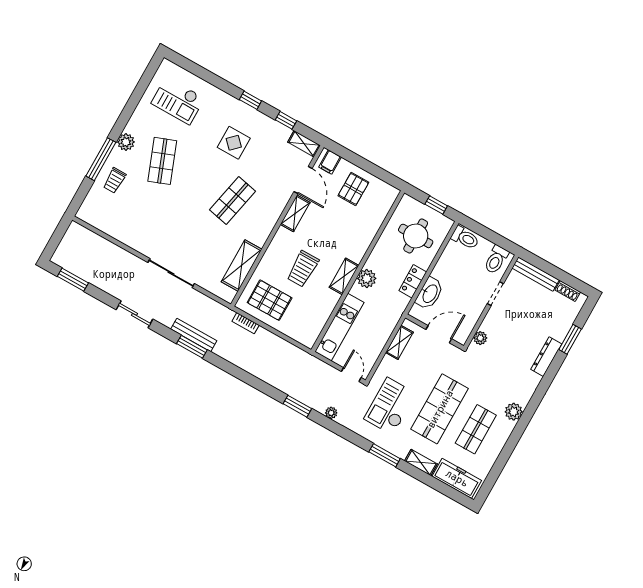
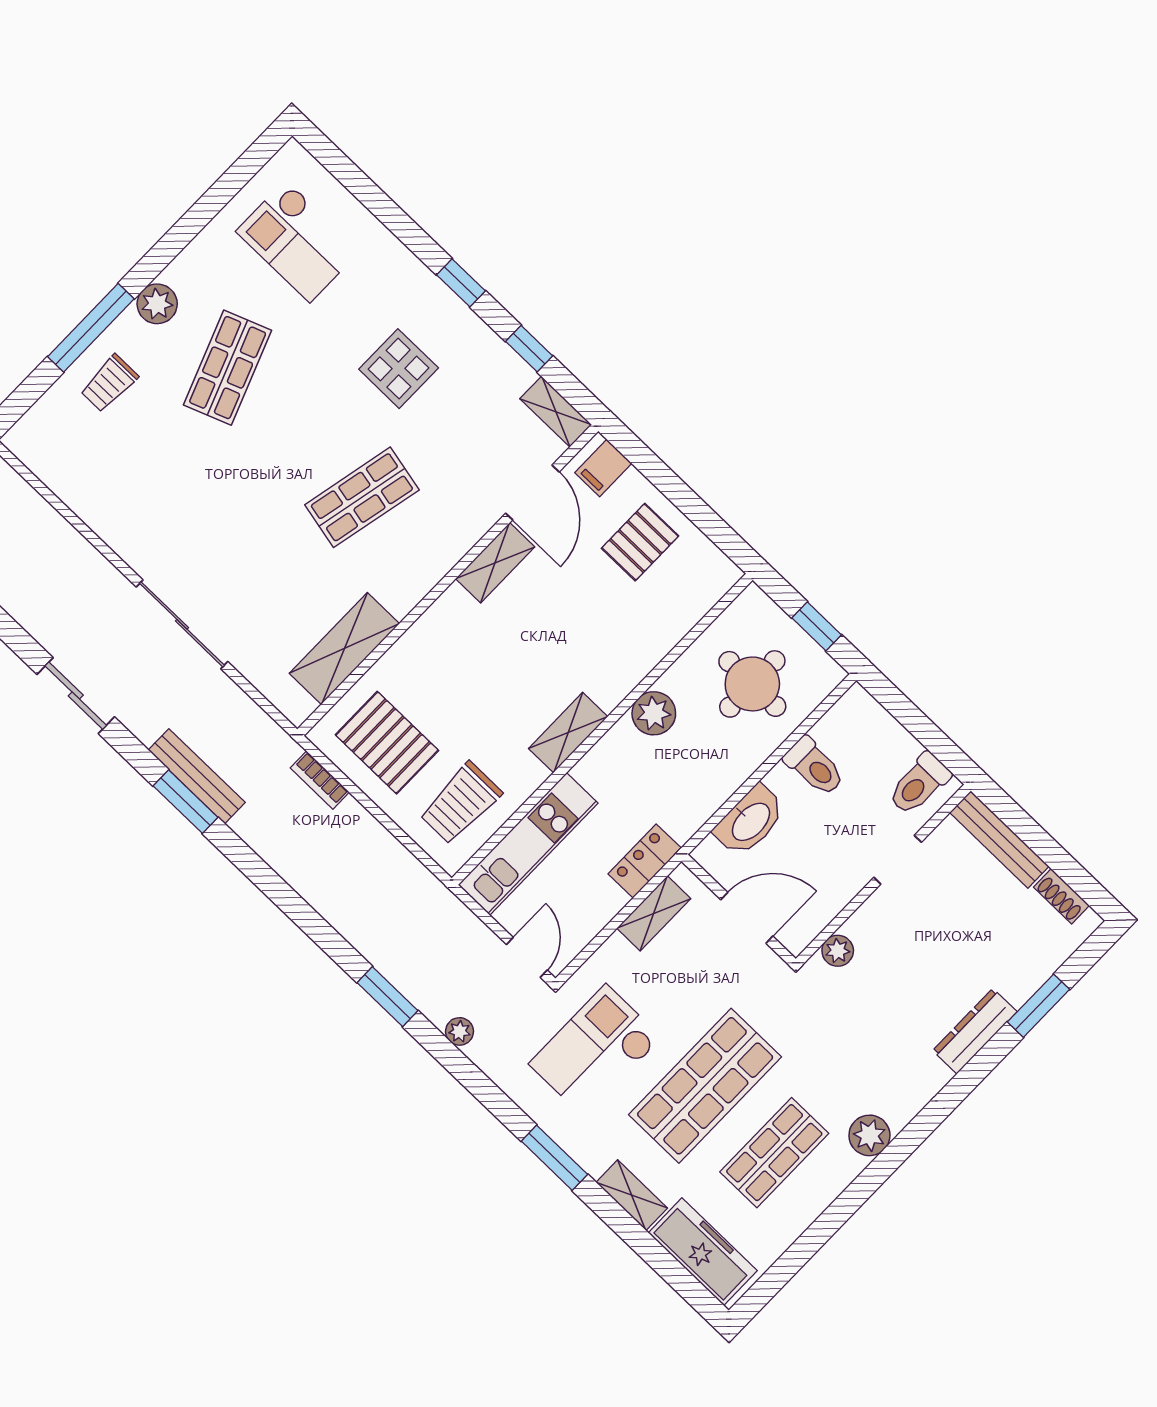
toilet: (465, 238) -> (814, 767), moved
trolley: (303, 269) -> (461, 803), moved
plant: (367, 278) -> (654, 713), moved
locker: (413, 281) -> (645, 861), moved

